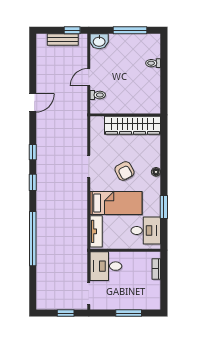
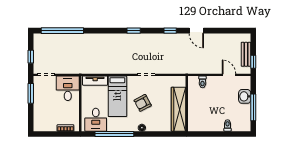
washbasin: (99, 41) -> (245, 96), moved
door: (89, 77) -> (229, 75), moved
window: (33, 152) -> (170, 31), moved
window: (164, 207) -> (114, 134), width x2.11
window: (33, 239) -> (62, 31), moved
window: (129, 313) -> (31, 93), moved

